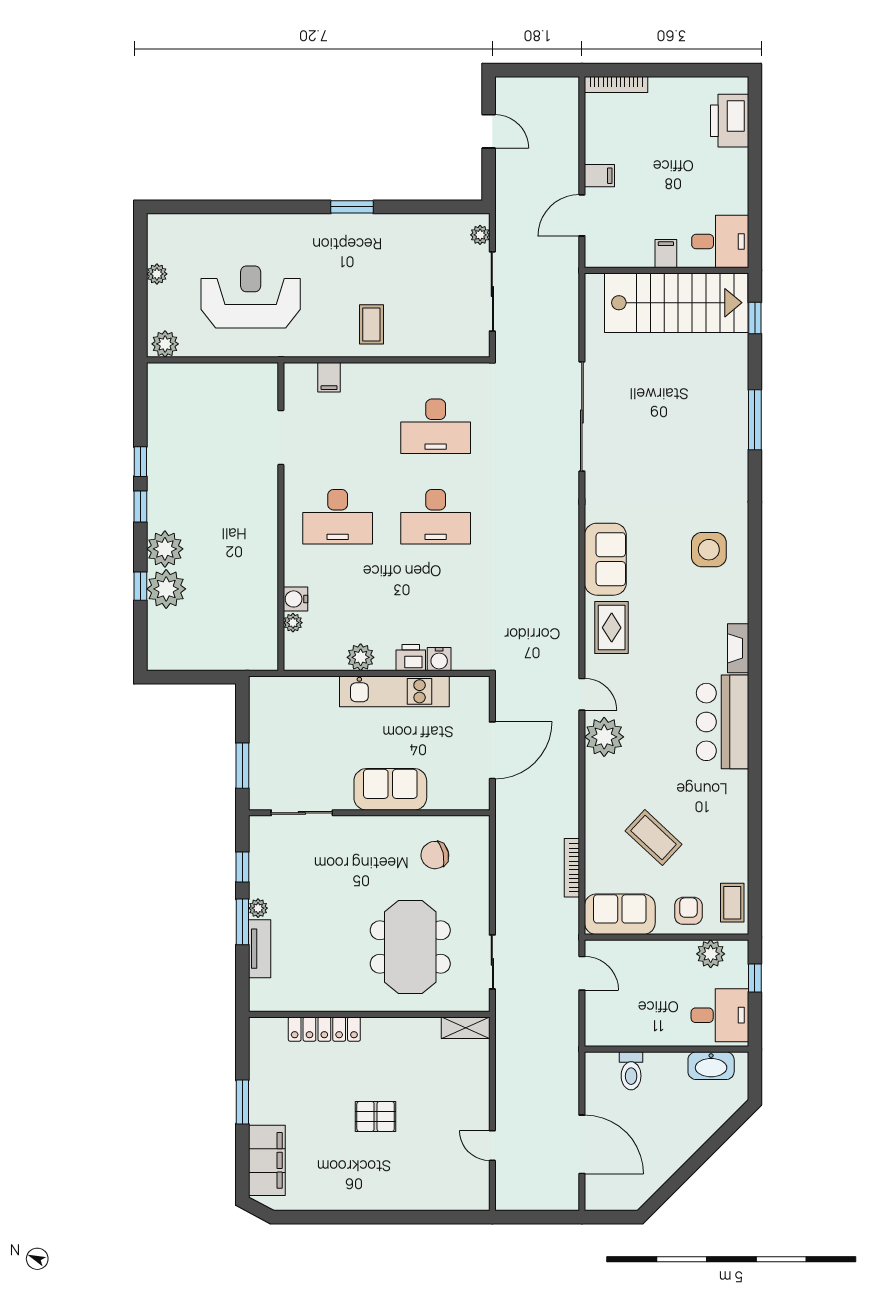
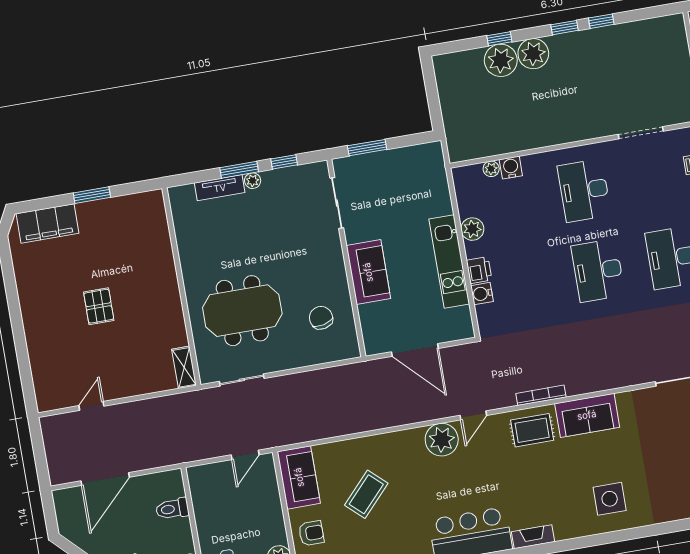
bookcase: (572, 868) -> (541, 395), moved
locker: (324, 1029) -> (163, 252), removed

